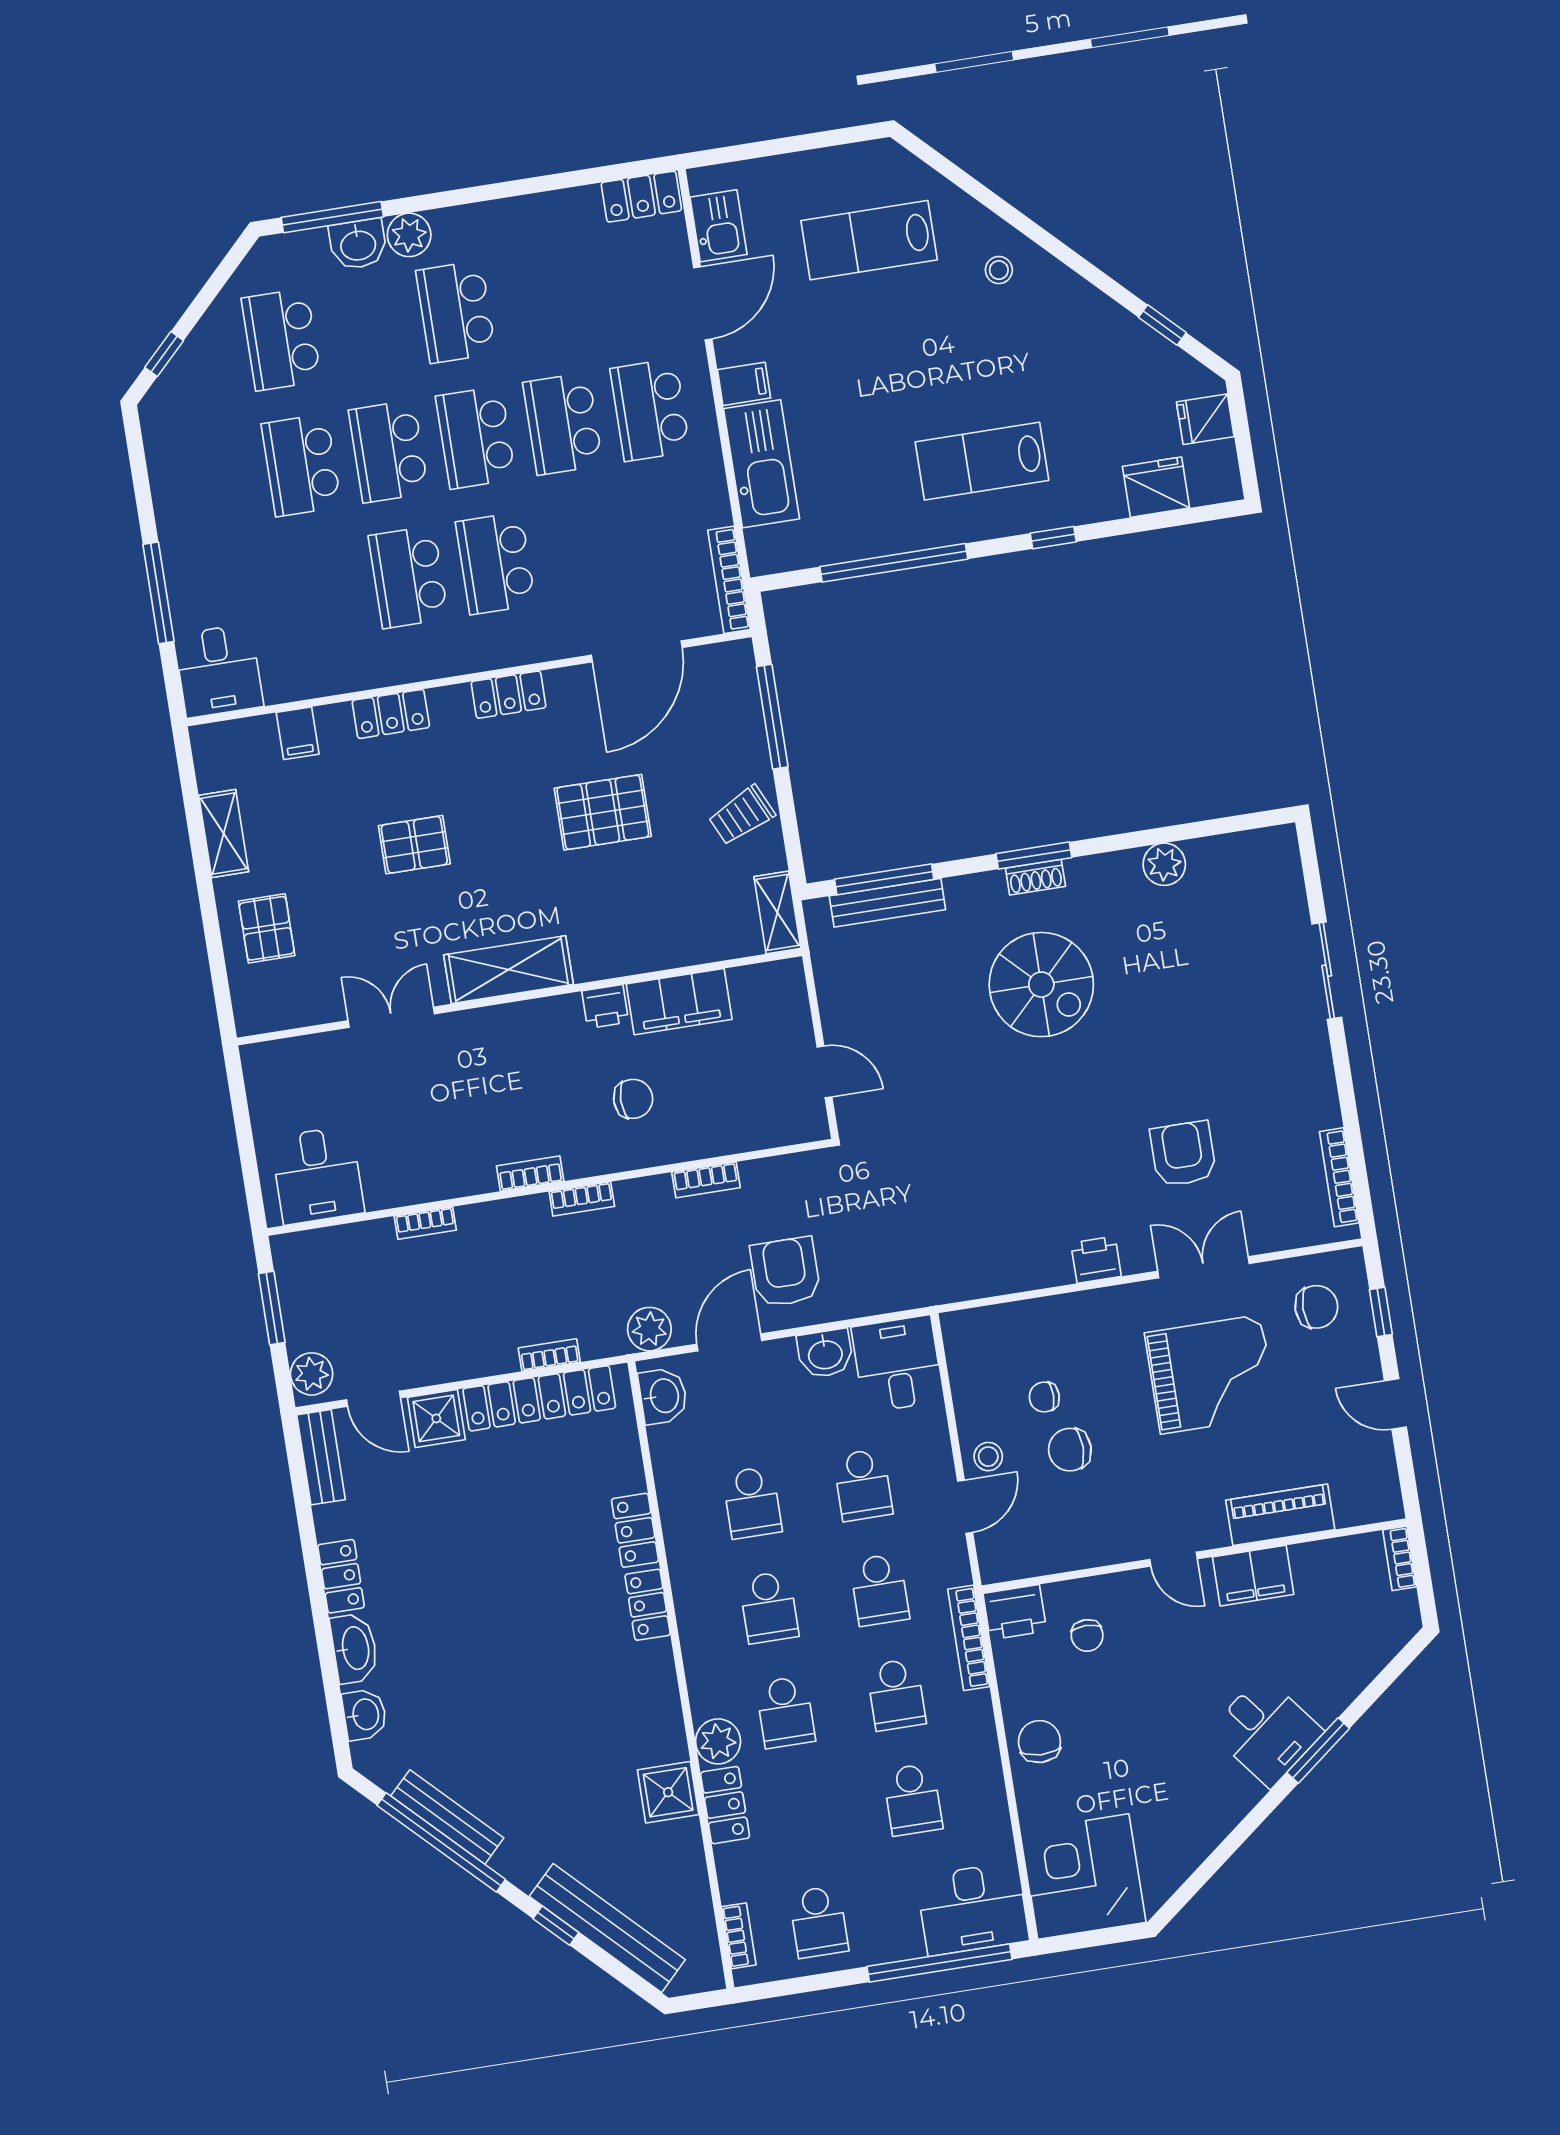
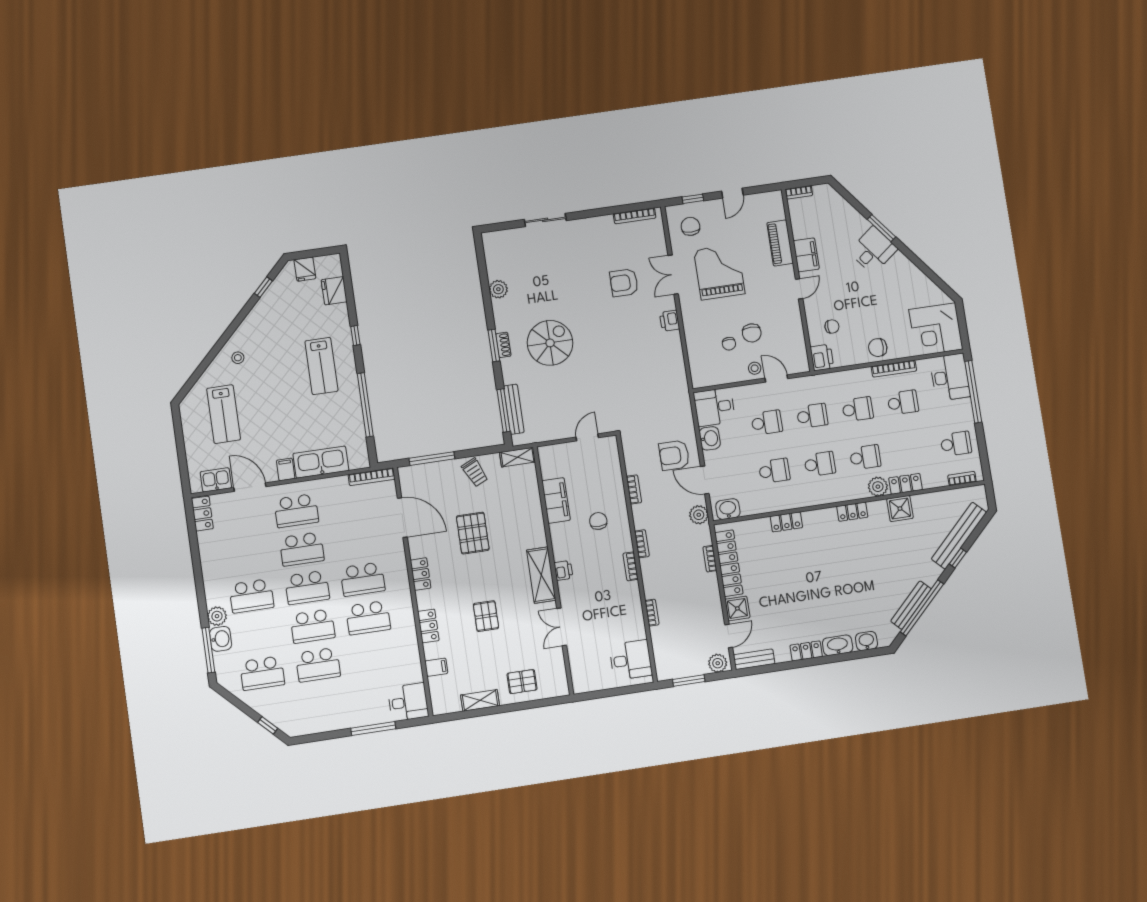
printer: (605, 1007) -> (563, 570), moved
locker: (648, 1605) -> (852, 512), moved
bookcase: (969, 1638) -> (894, 369), moved

